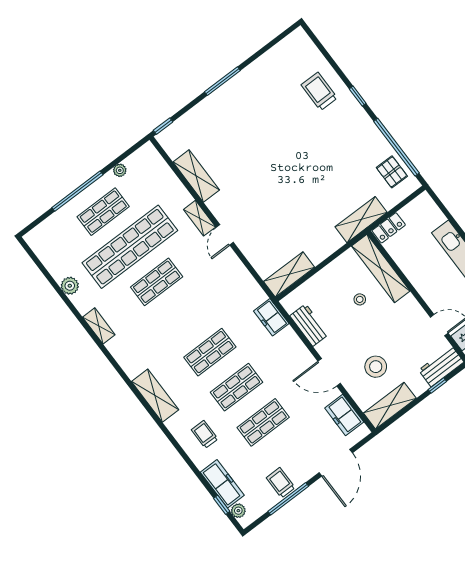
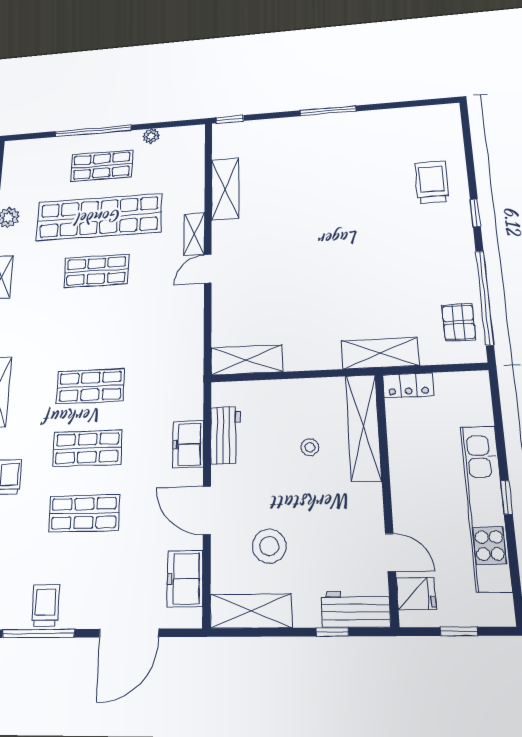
freezer: (271, 317) -> (188, 444), moved

